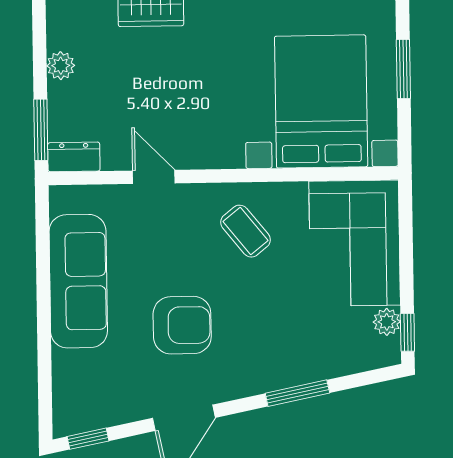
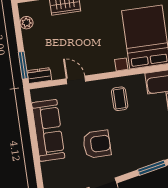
plant: (61, 66) -> (27, 23), moved
coffee table: (245, 231) -> (120, 99), turned 39

